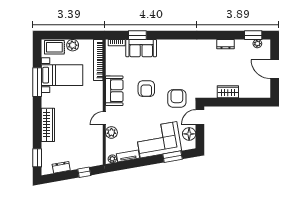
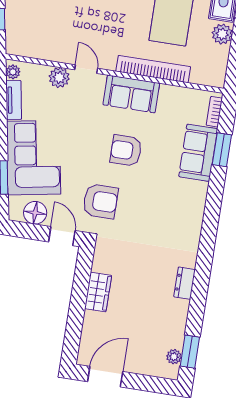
dresser: (225, 44) -> (185, 283), moved
bookcase: (98, 60) -> (153, 69), moved
door: (275, 69) -> (105, 377), moved

